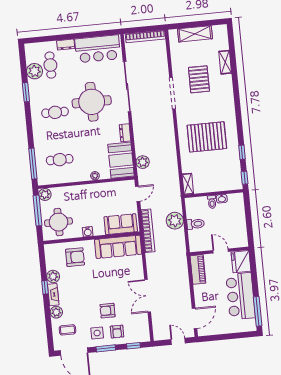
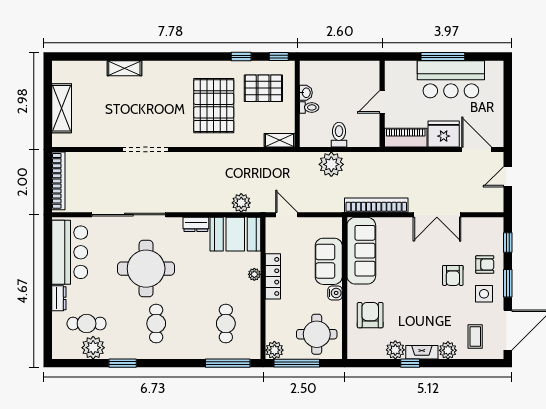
shelving: (225, 62) -> (124, 68), moved
pallet: (199, 79) -> (263, 88), moved
locker: (95, 189) -> (273, 276), added
sofa: (121, 224) -> (329, 261), moved
bookcase: (148, 231) -> (376, 205), moved
fridge: (241, 262) -> (444, 134), moved, turned 180
window: (258, 311) -> (443, 56), moved

